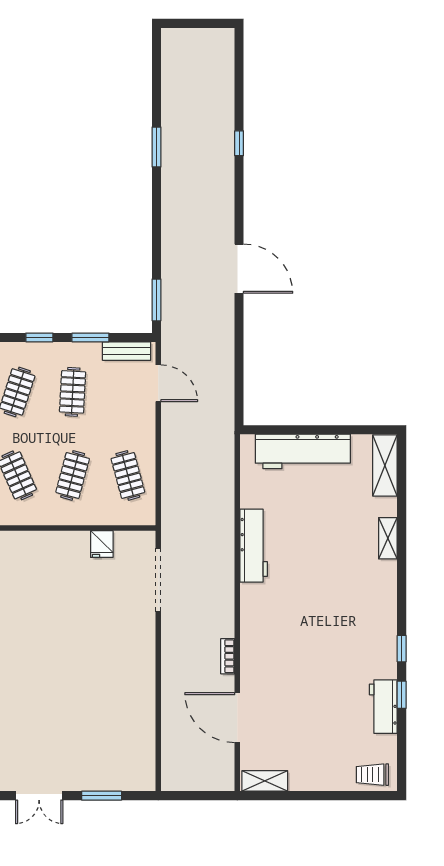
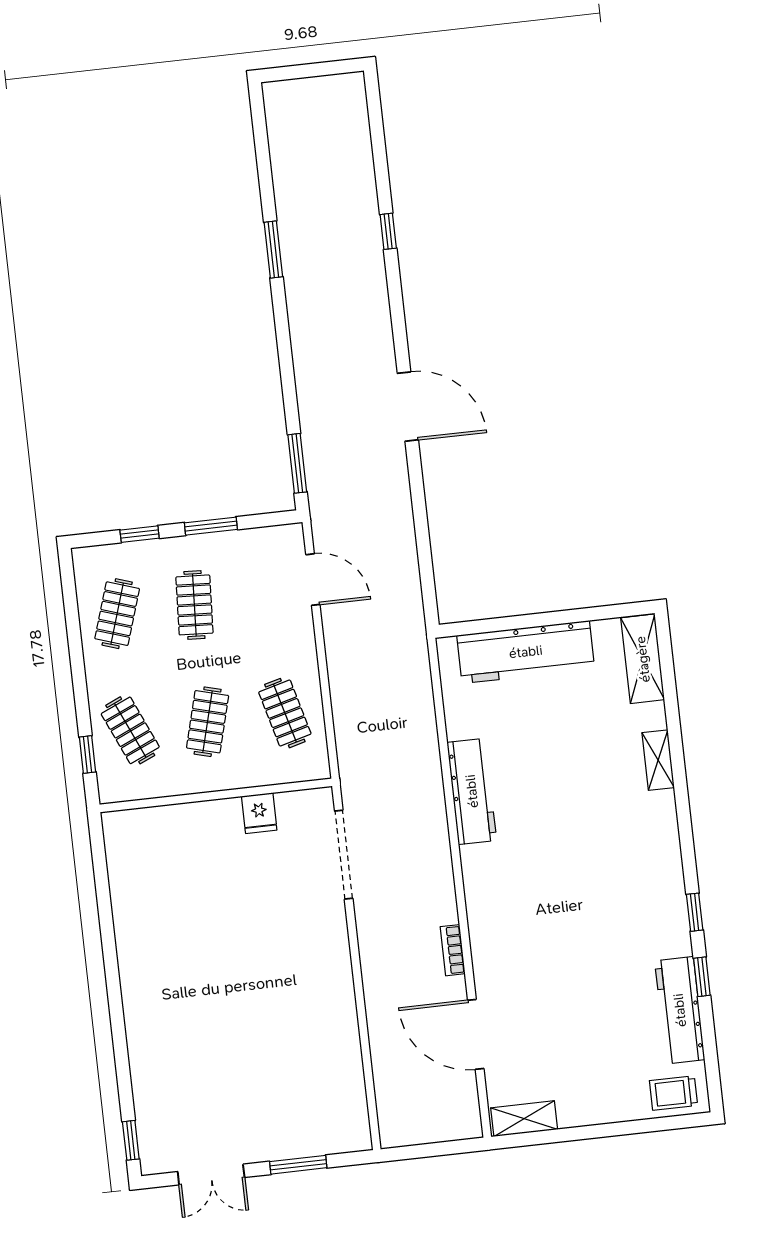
bench: (127, 351) -> (263, 539), removed
workbench: (383, 707) -> (680, 1010), width x1.38

